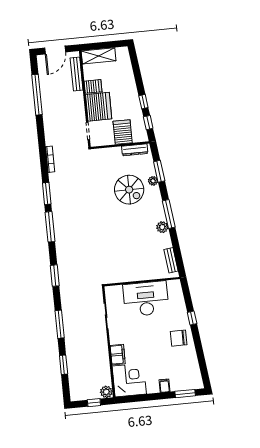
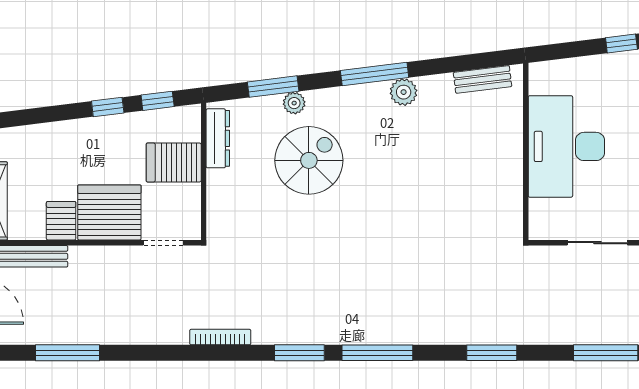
window: (37, 95) -> (67, 353), width x0.68

